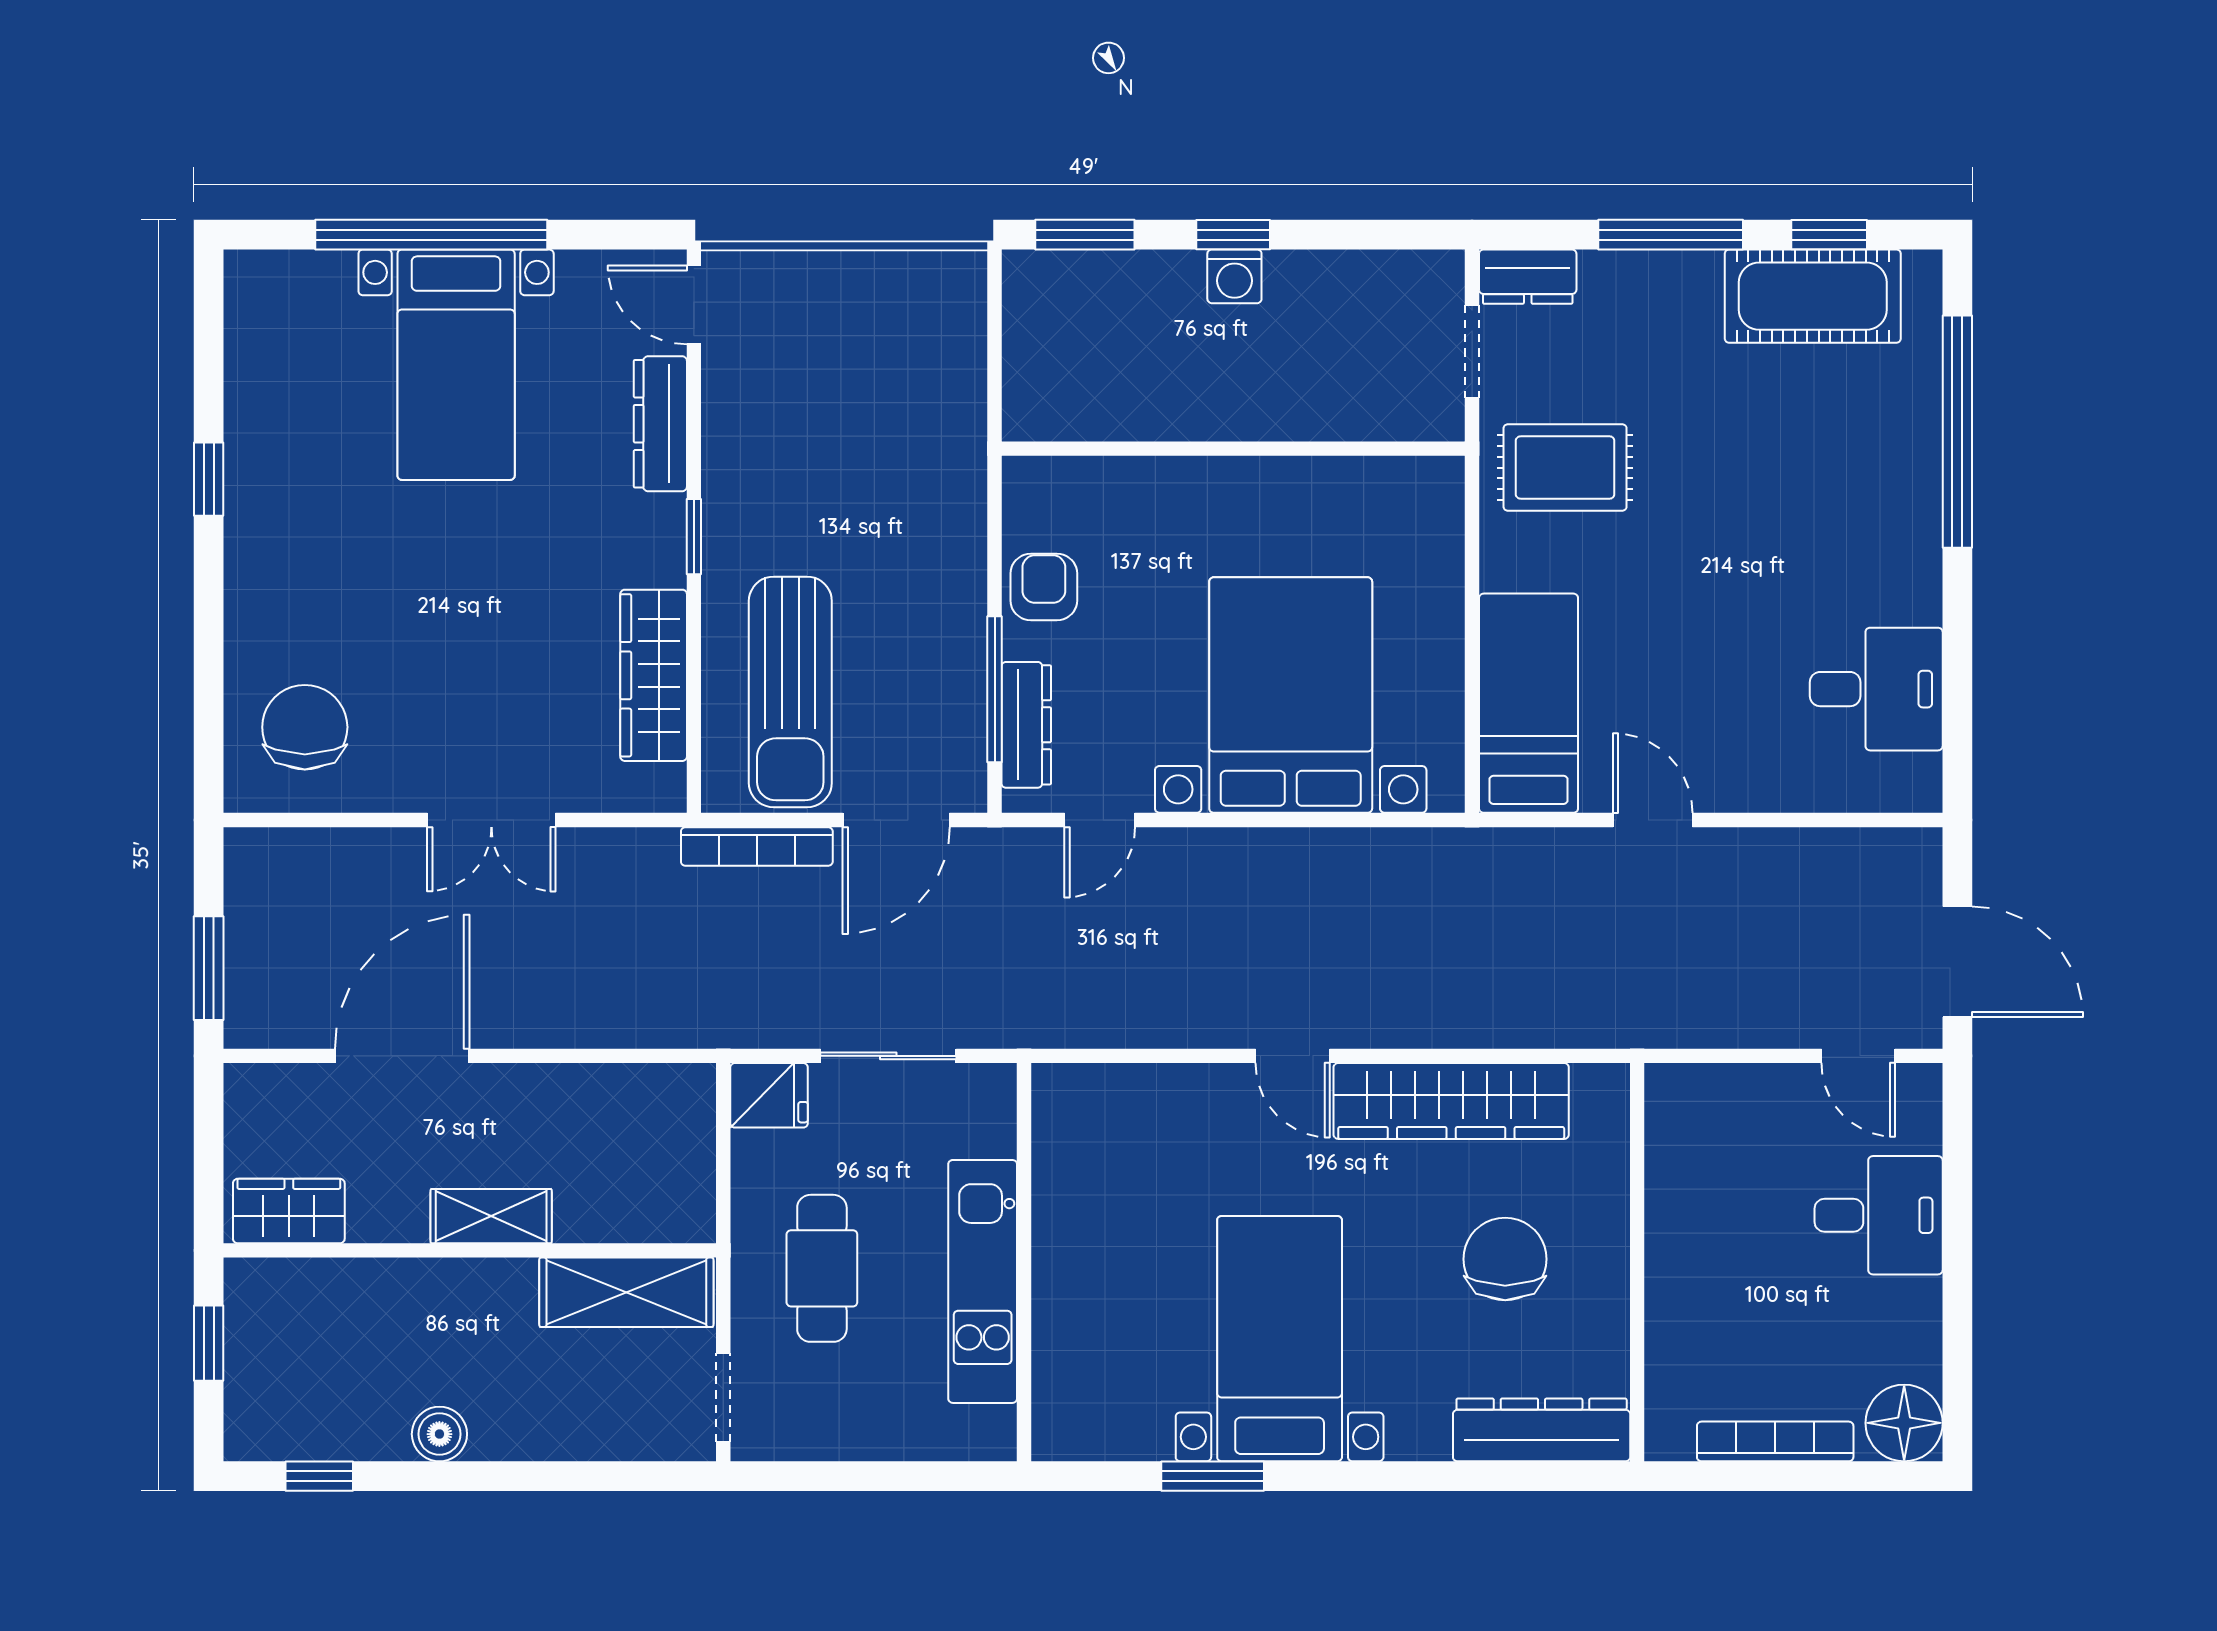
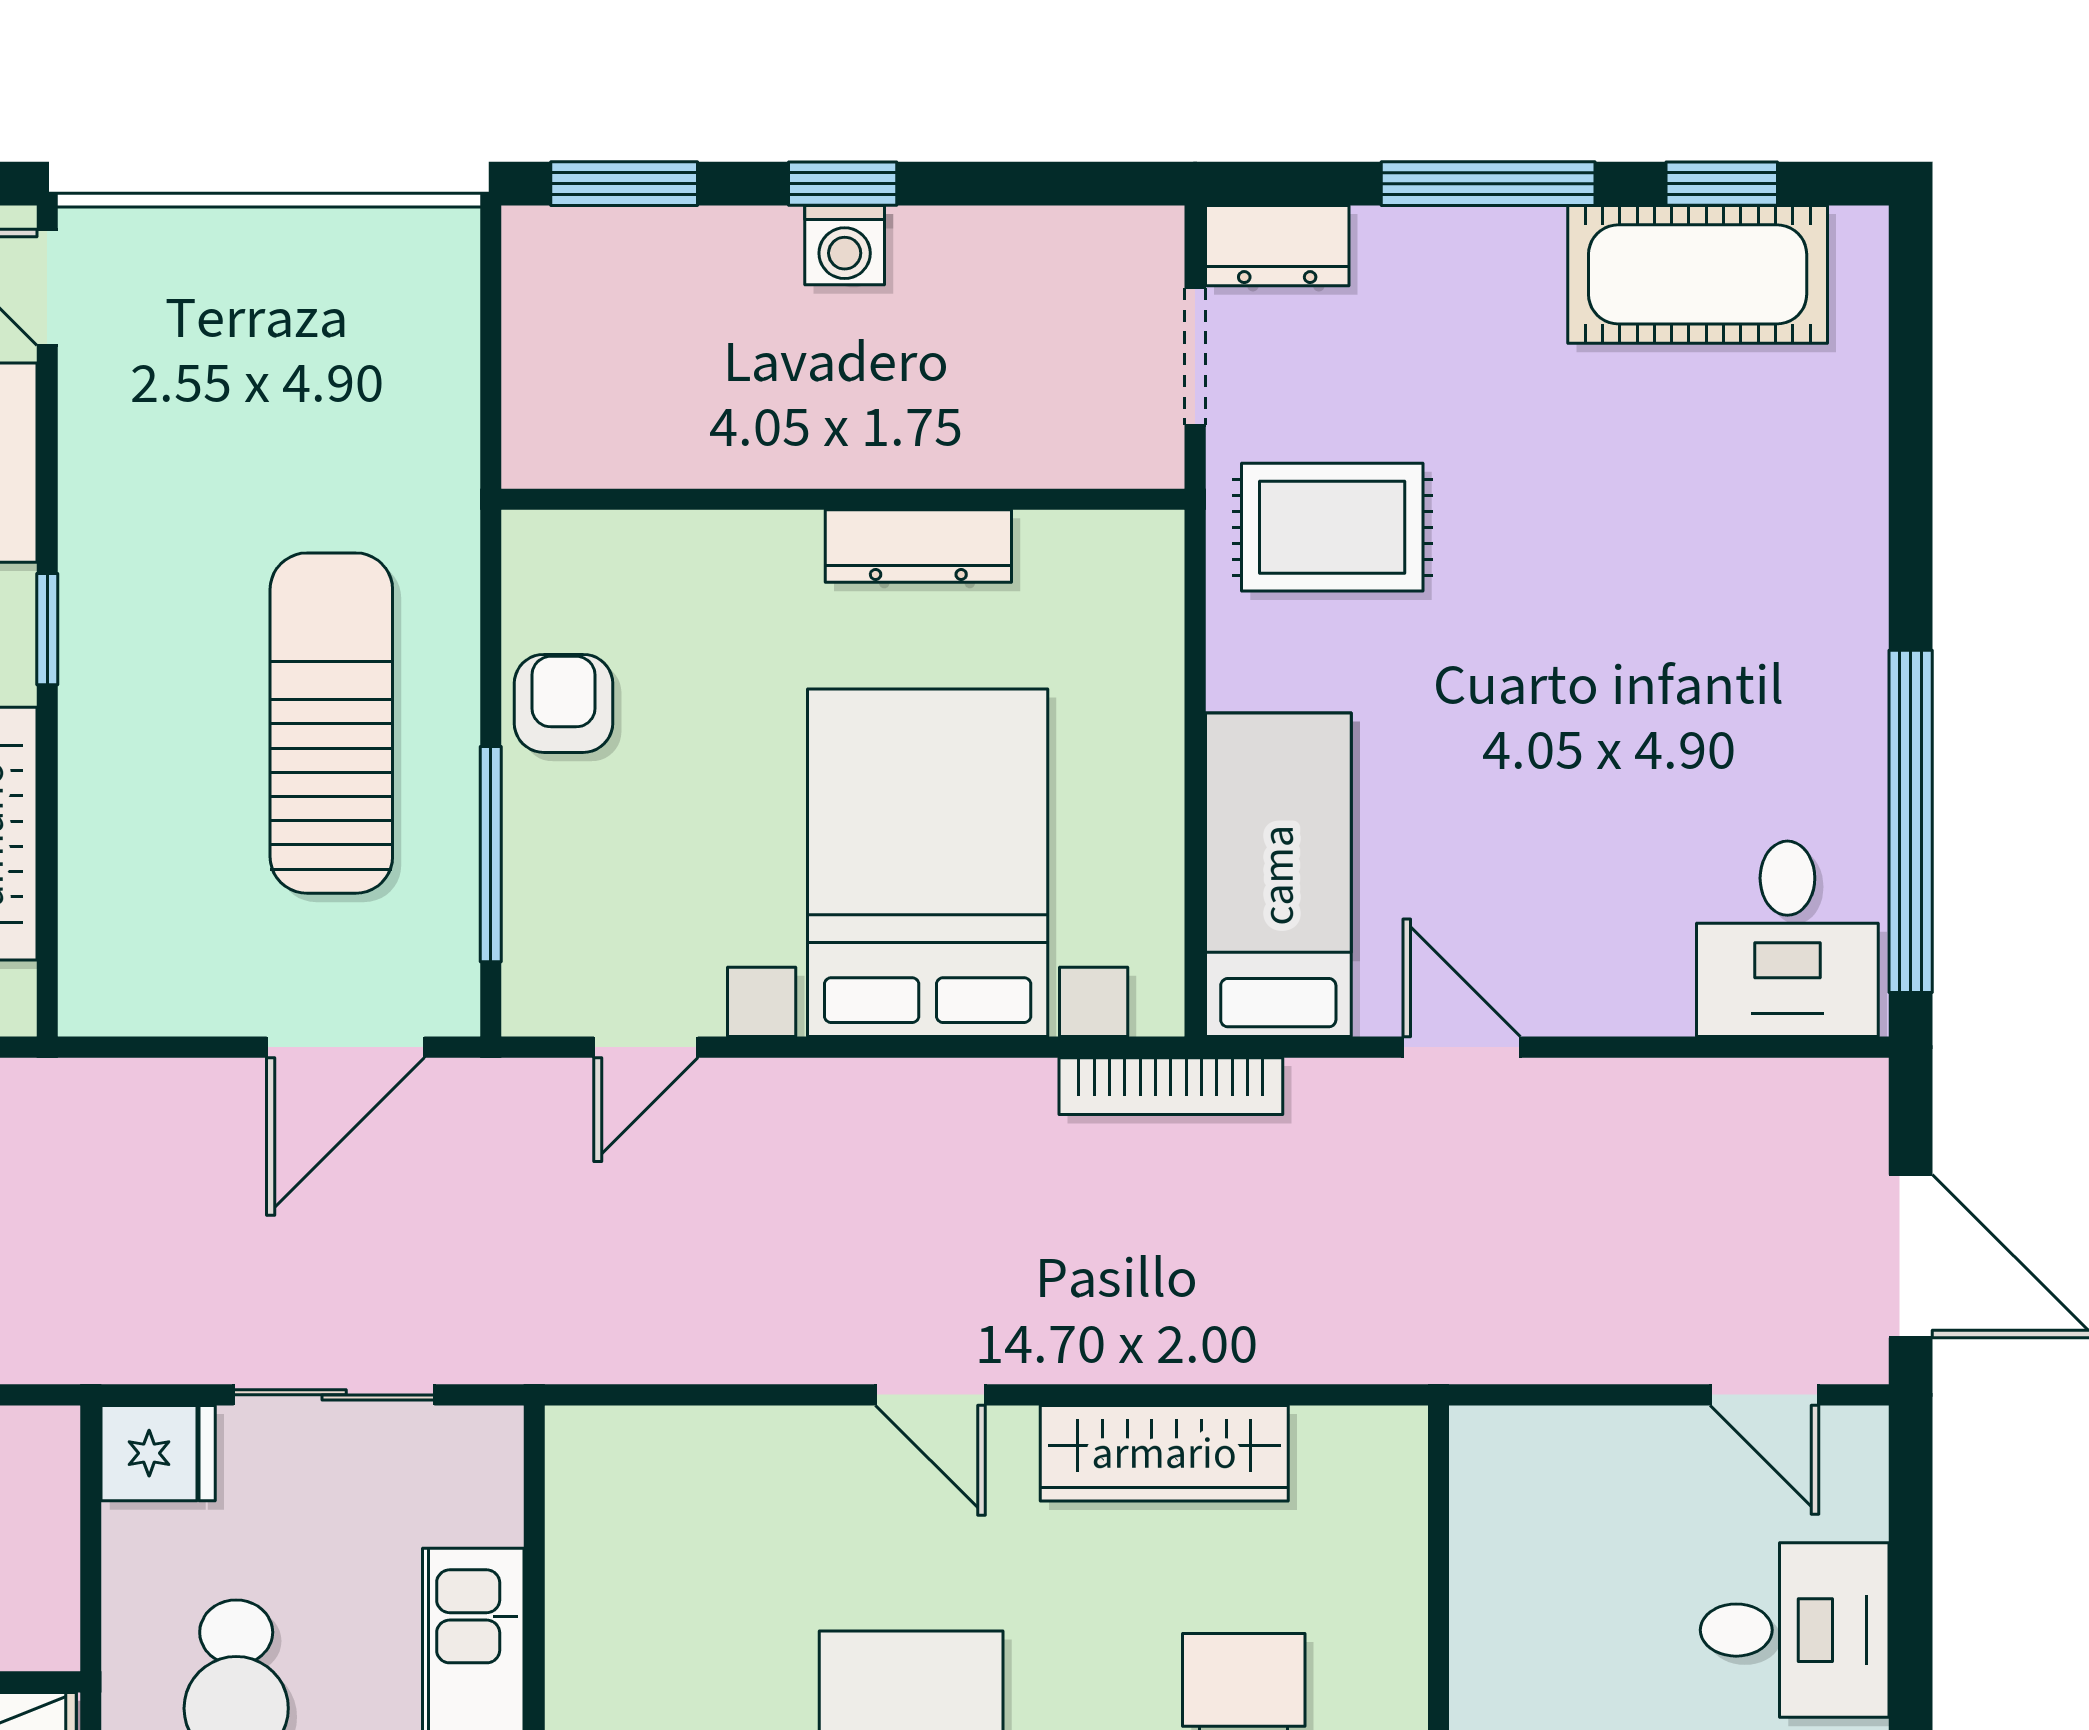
window: (1957, 432) -> (1911, 821), moved
desk: (1876, 689) -> (1787, 939), moved, turned 90
sun lounger: (790, 692) -> (331, 723), moved, turned 180
dresser: (1026, 725) -> (918, 546), moved, turned 90
bookcase: (757, 846) -> (1171, 1086), moved
wardrobe: (1451, 1101) -> (1164, 1453), width x0.71, depth x0.85

